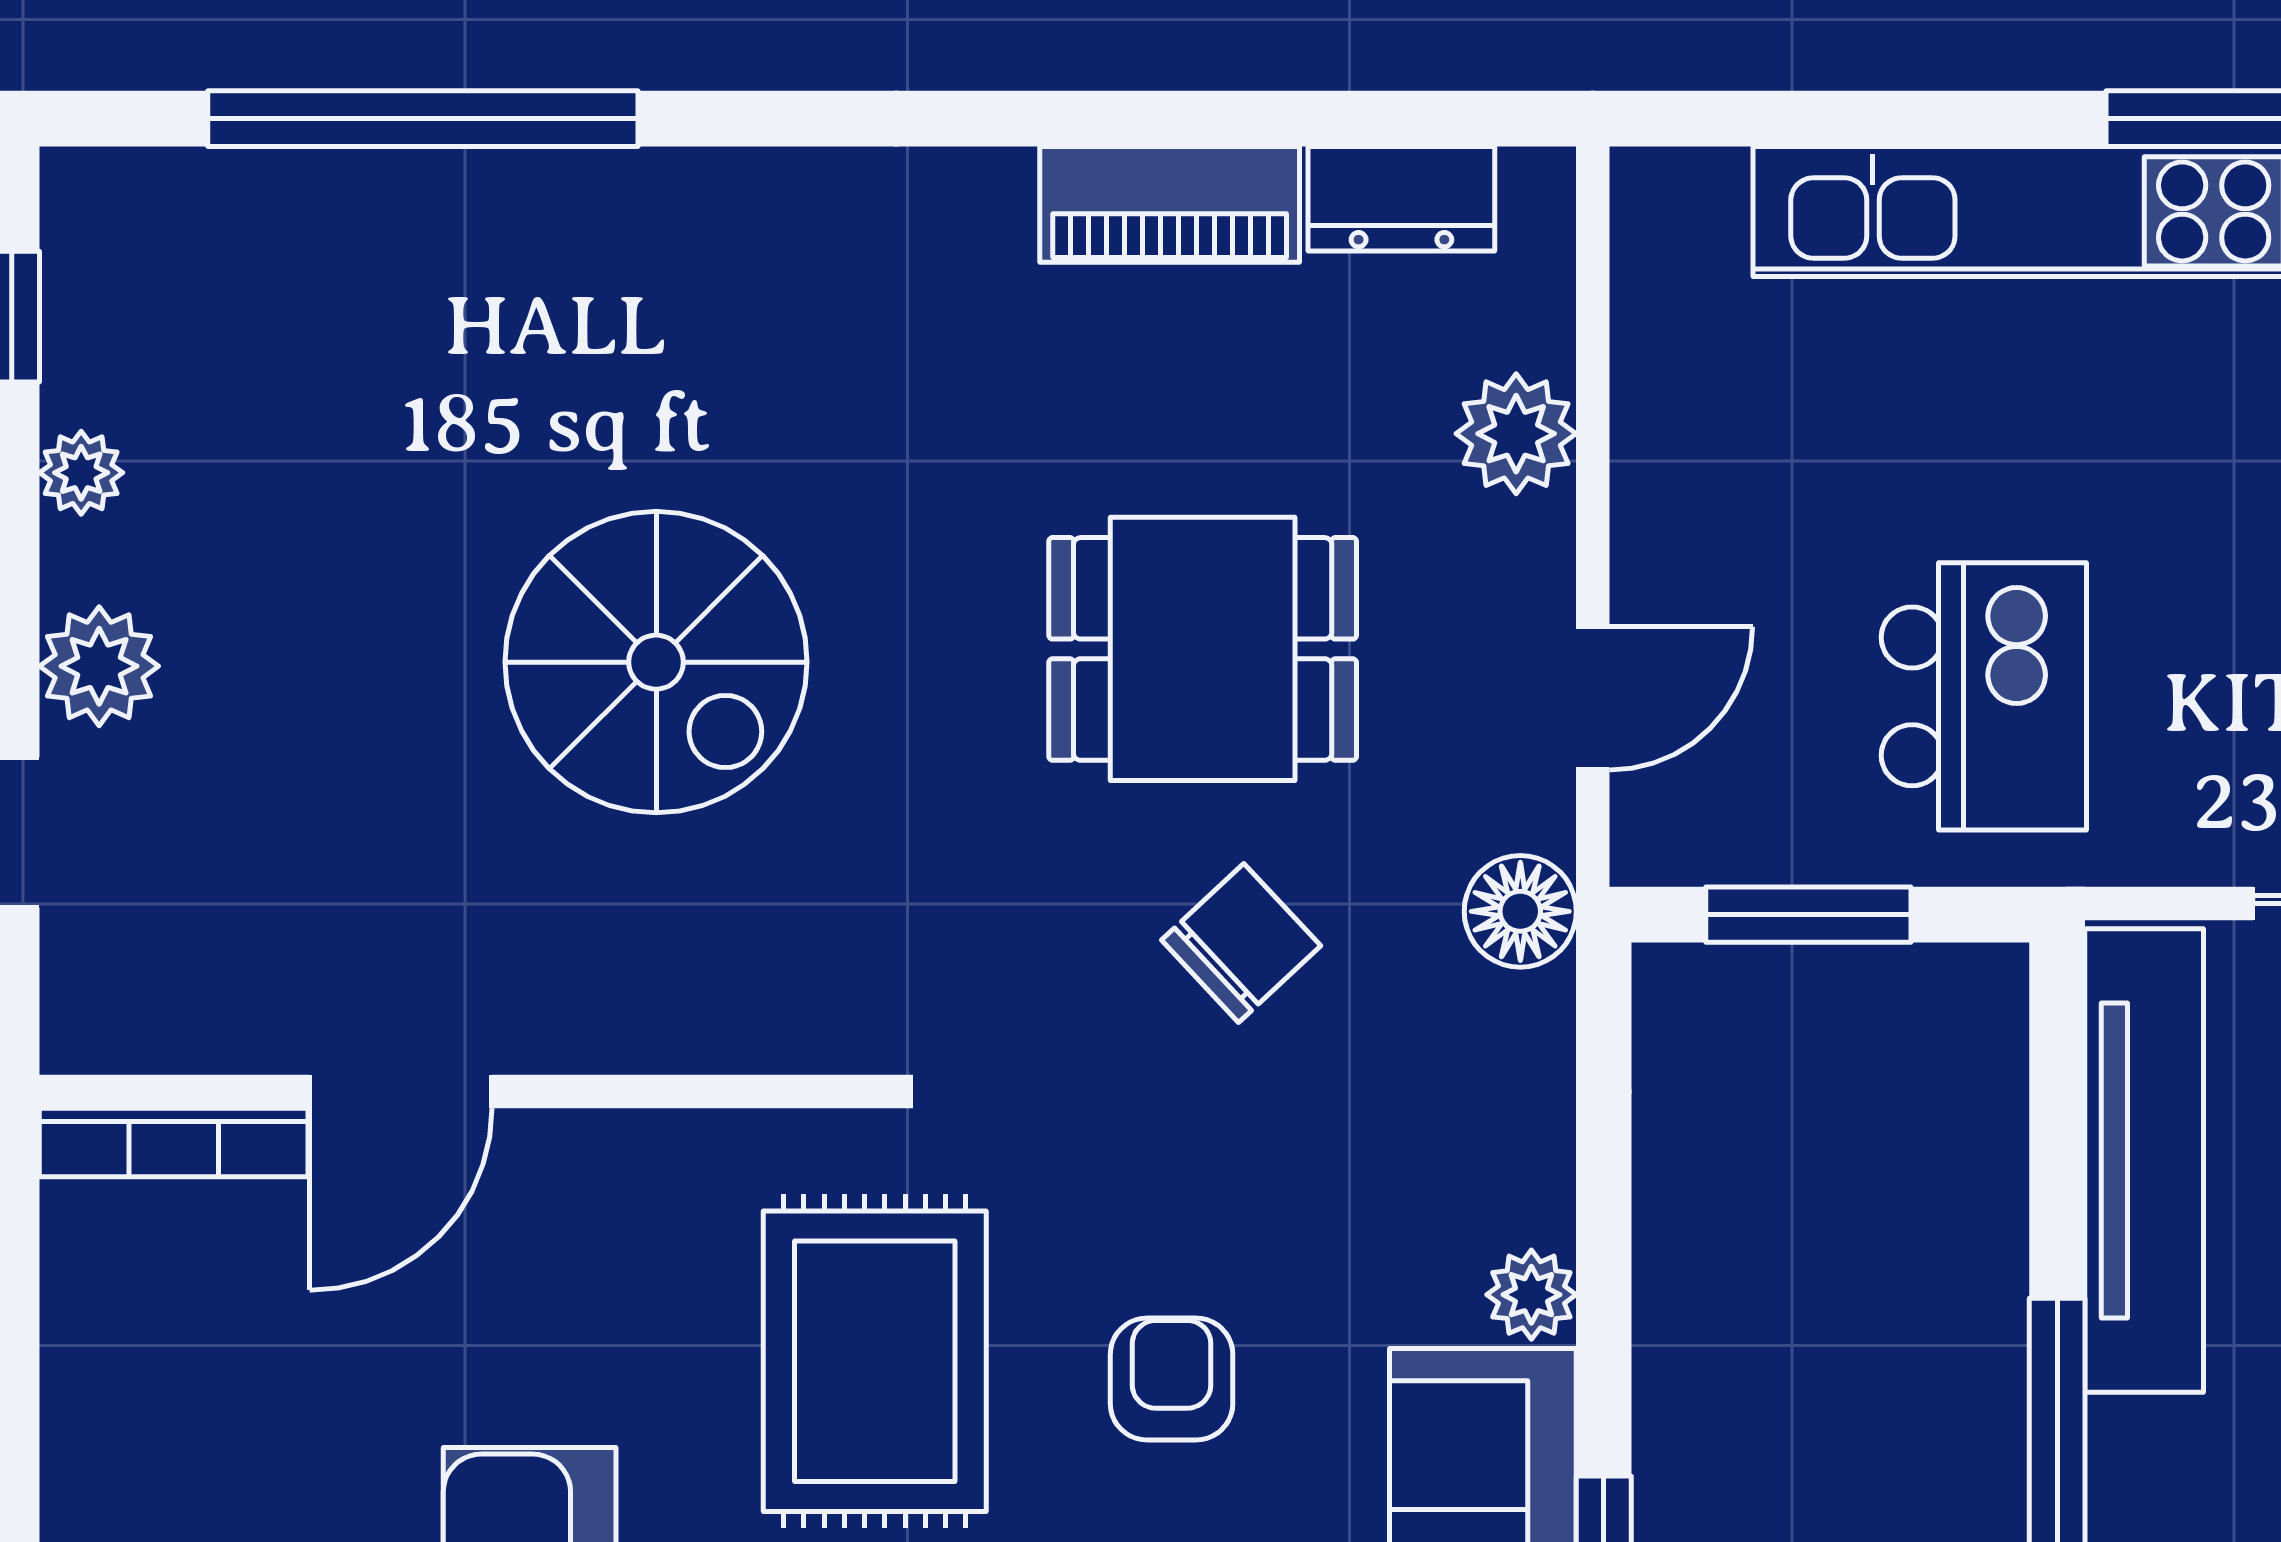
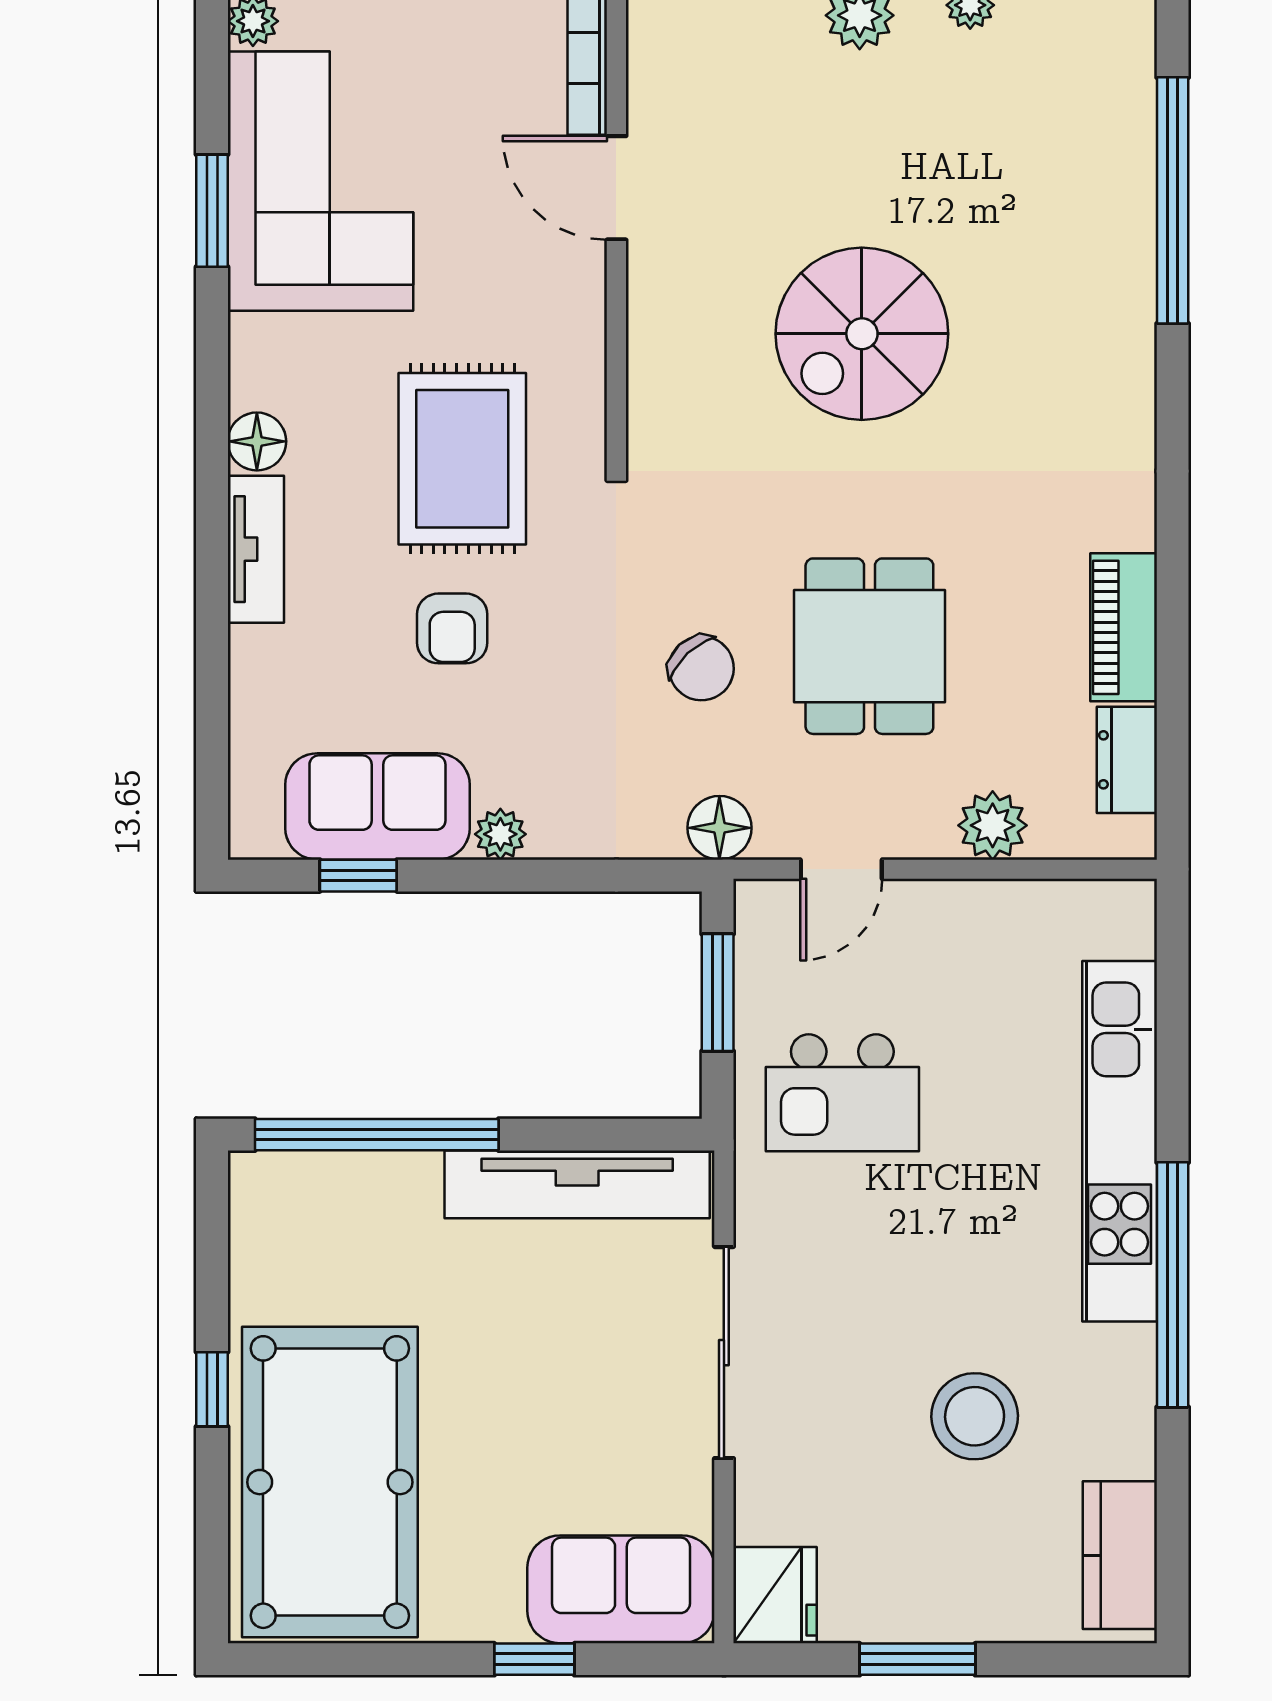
door: (1593, 698) -> (841, 869), hinge flipped
rug: (875, 1361) -> (462, 459), turned 90
armchair: (1172, 1379) -> (452, 628), turned 90

